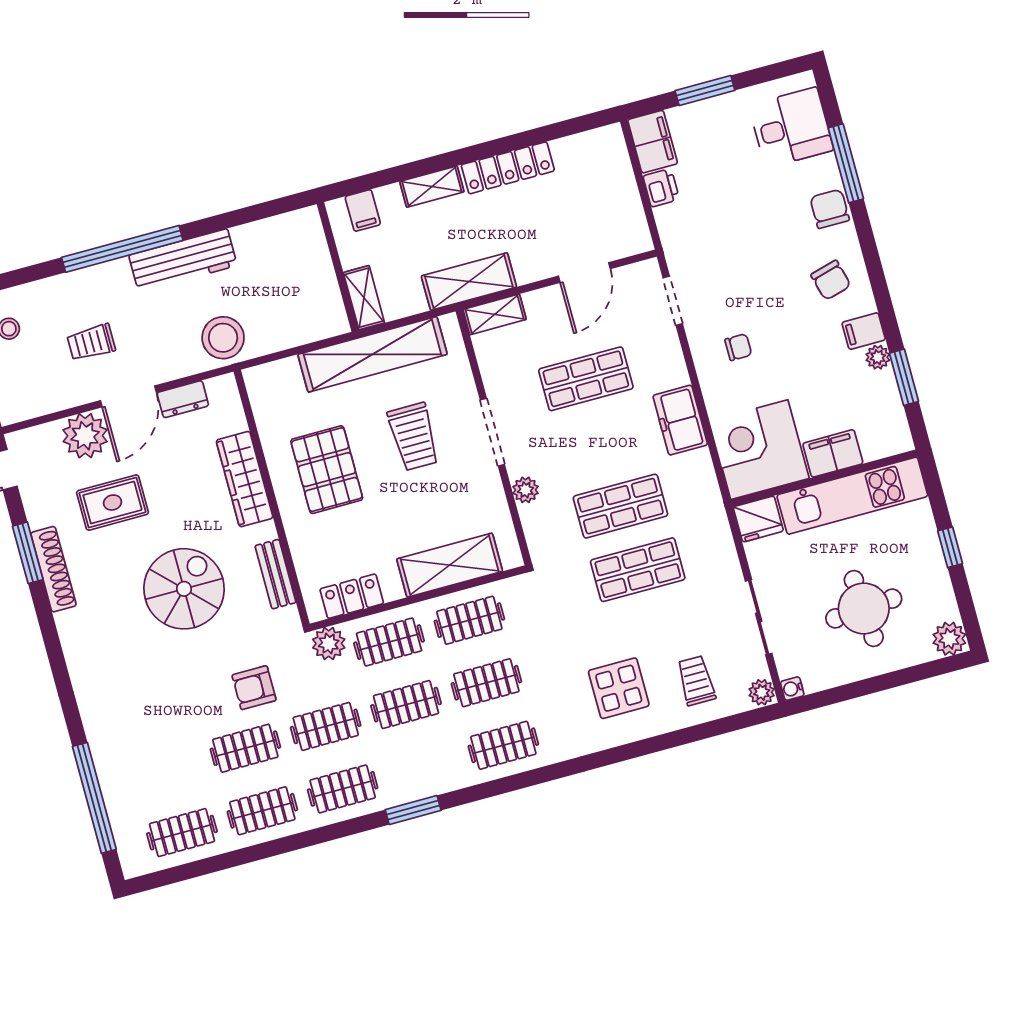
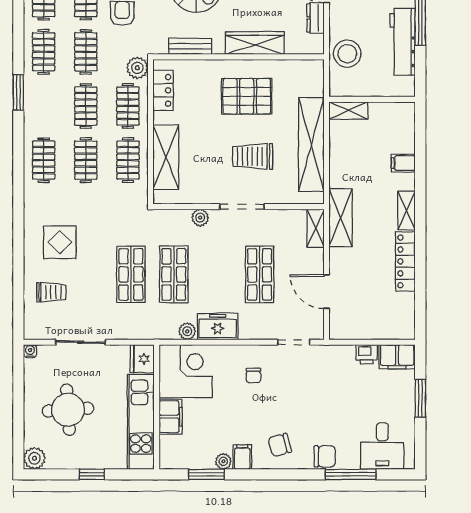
wall: (338, 267) -> (372, 99), moved
shelving: (364, 298) -> (348, 110), moved
plant: (762, 692) -> (187, 331), moved

